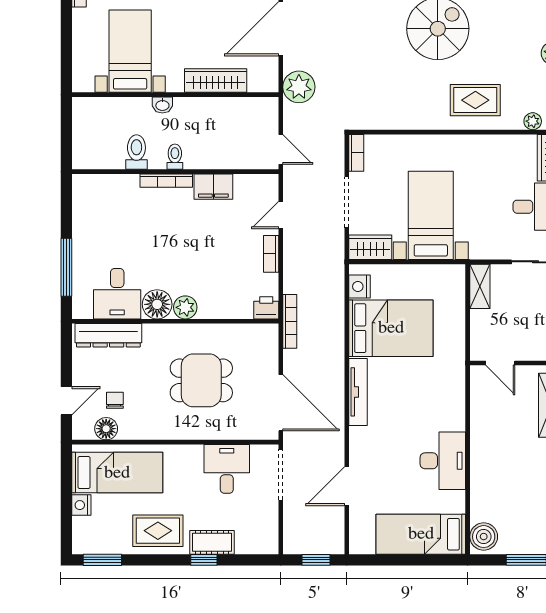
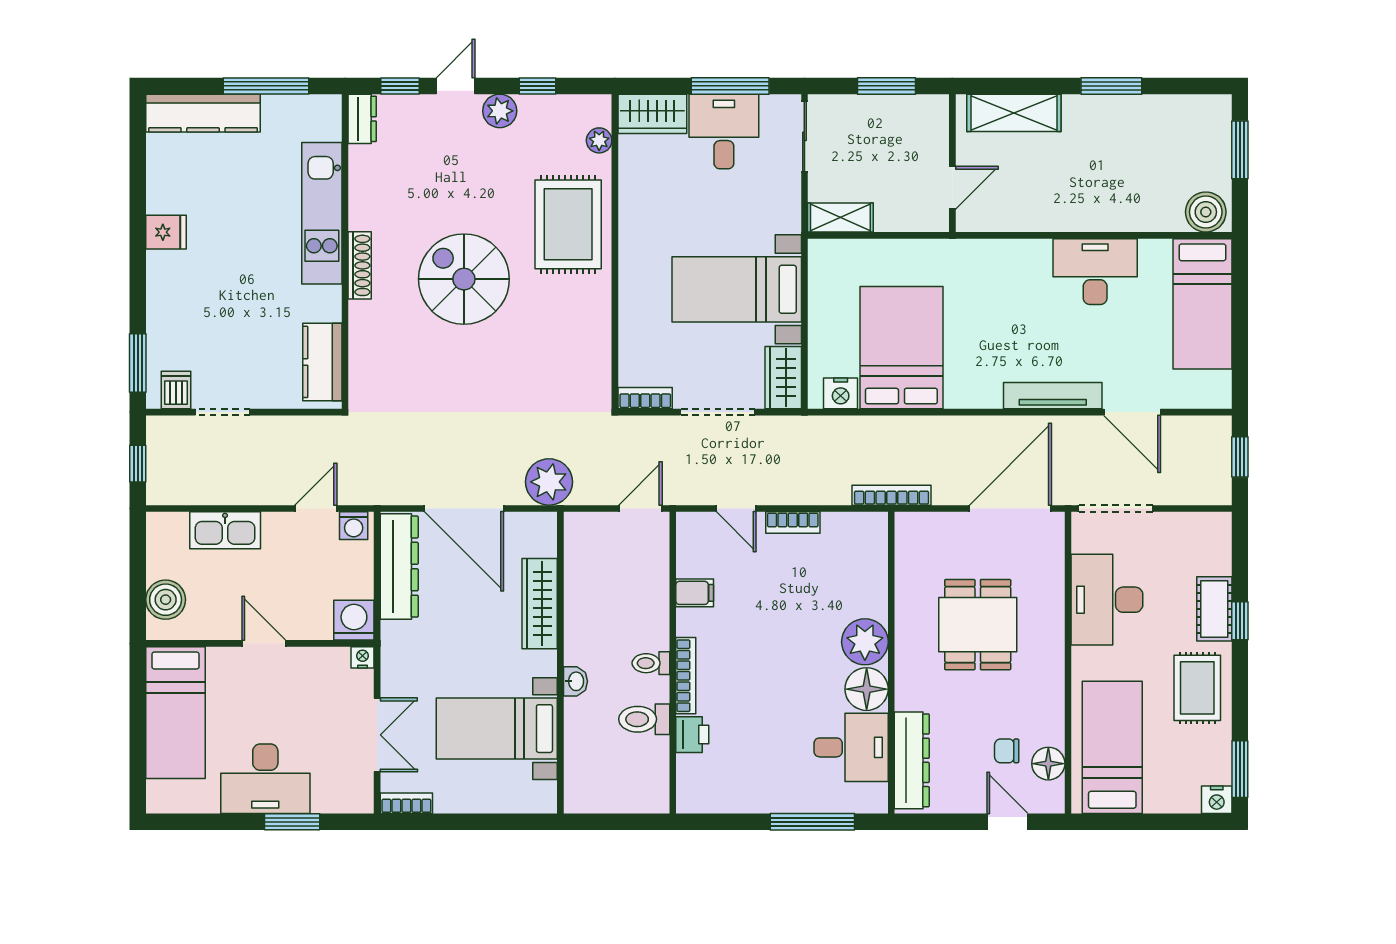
rug: (475, 100) -> (568, 224), width x1.36, depth x1.43
filing cabinet: (213, 187) -> (695, 593), width x0.50
plant: (185, 307) -> (865, 642), width x1.36, depth x1.36
printer: (266, 308) -> (692, 735), moved, turned 180
tv unit: (358, 392) -> (1053, 396), moved
desk: (227, 469) -> (1107, 600), width x1.37
nightstand: (81, 505) -> (1217, 800), moved

